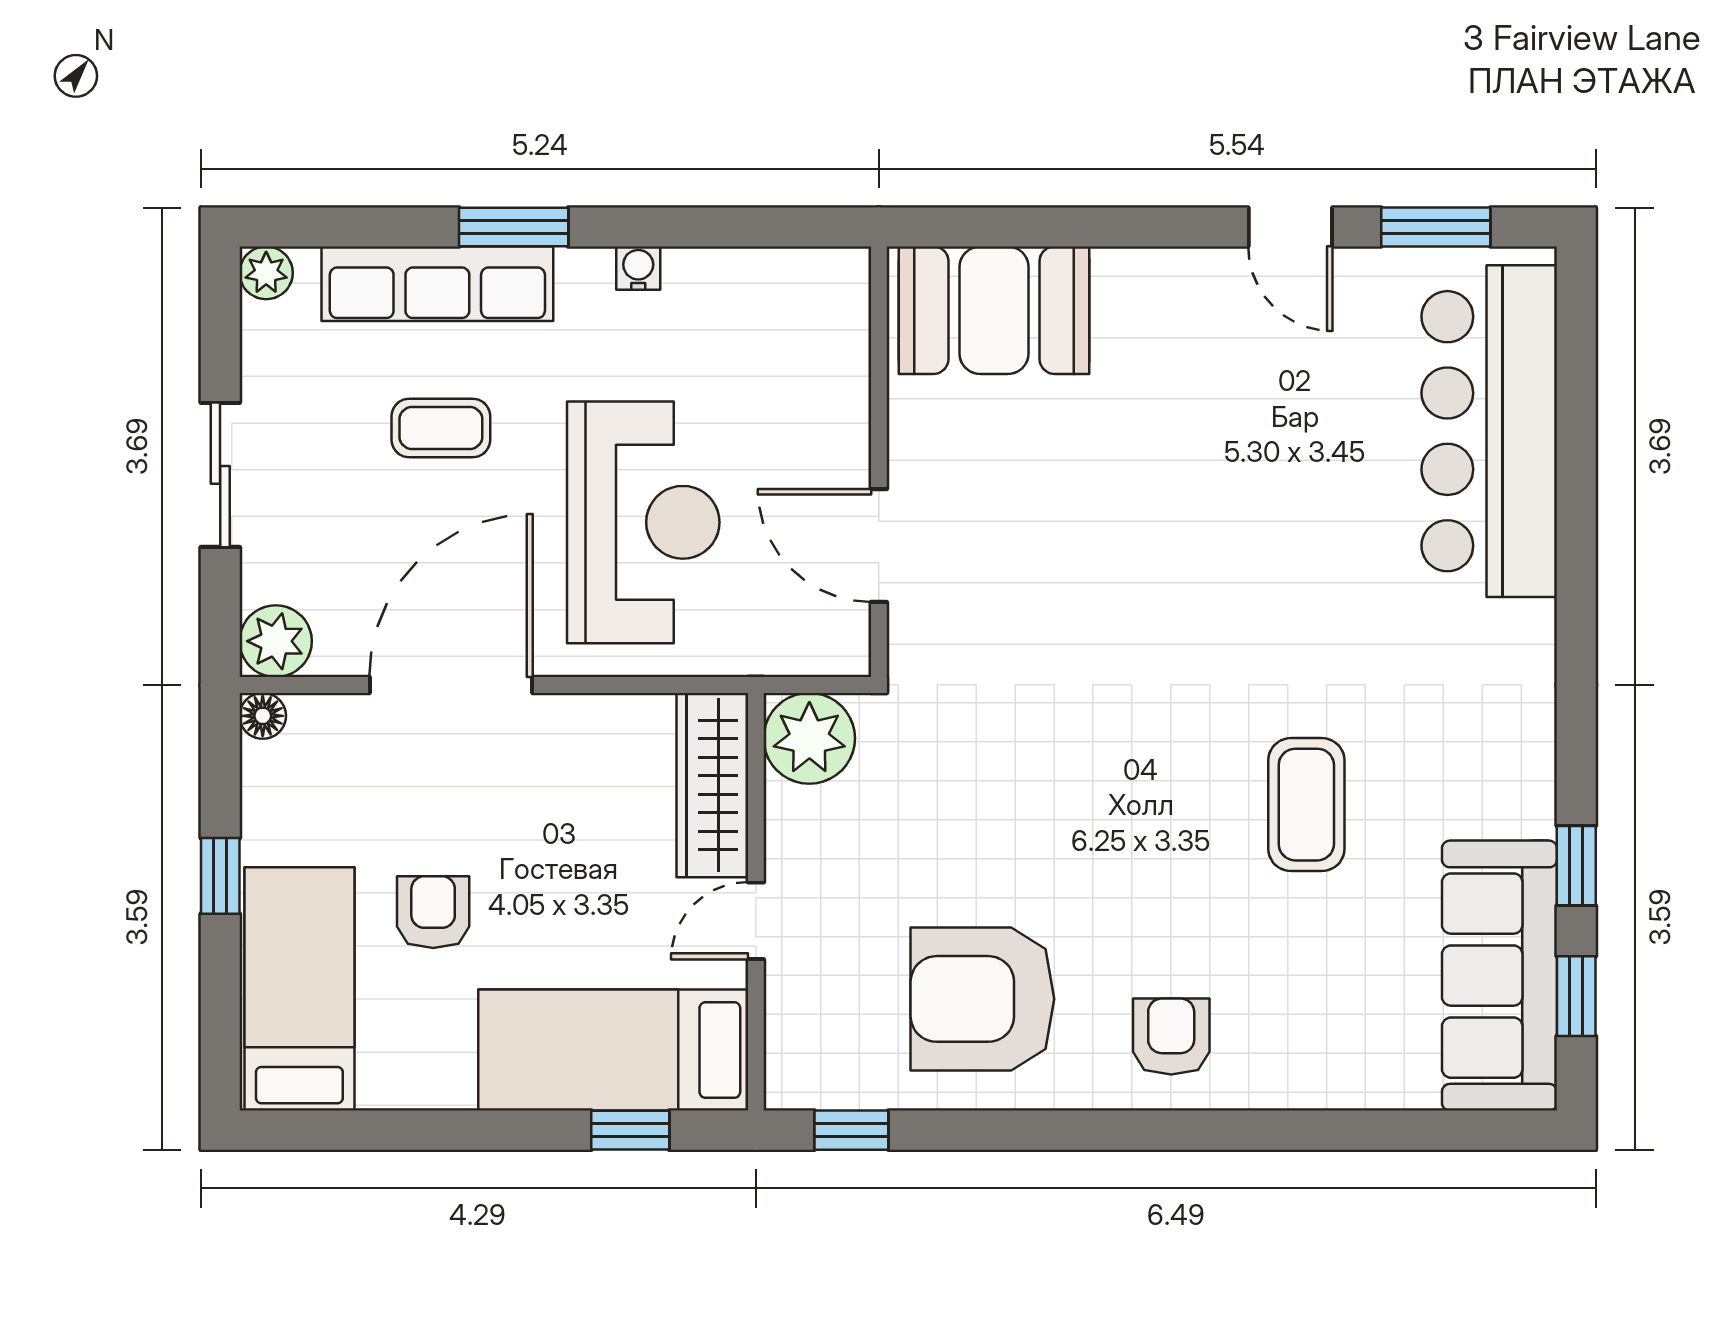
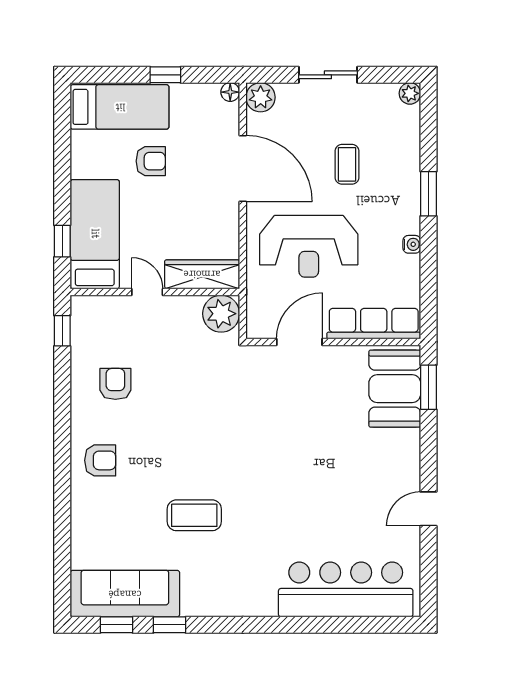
window: (1436, 227) -> (429, 387), moved
row of seats: (437, 284) -> (374, 324), moved, turned 90
armchair: (982, 999) -> (115, 384), width x0.53, depth x0.53

